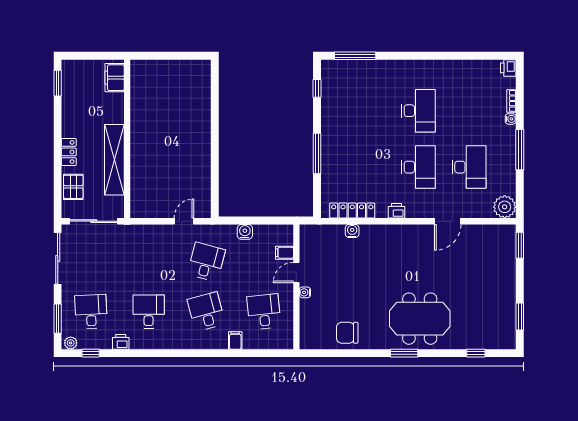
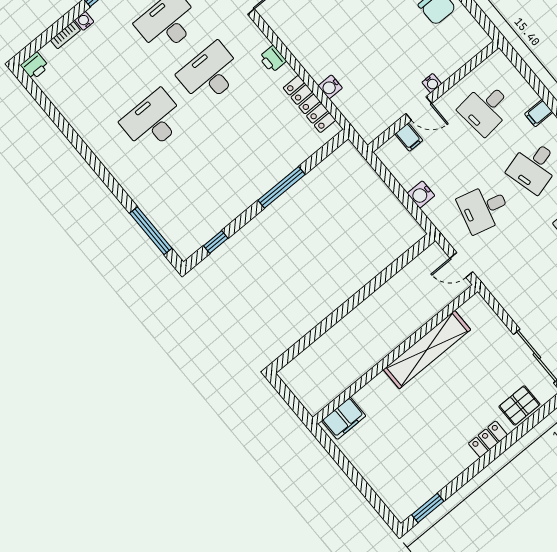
filing cabinet: (115, 78) -> (344, 418), moved
wall: (127, 139) -> (395, 354), moved
shelving: (114, 160) -> (427, 350), moved

